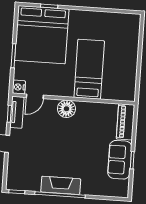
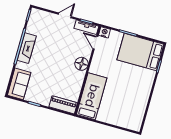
bed: (42, 35) -> (140, 52), width x0.73
bed: (89, 69) -> (92, 96), moved, turned -90
sofa: (120, 160) -> (19, 84), moved, turned 90

